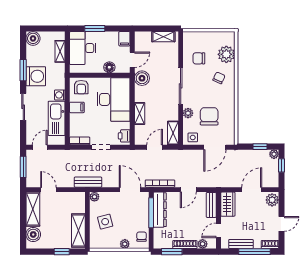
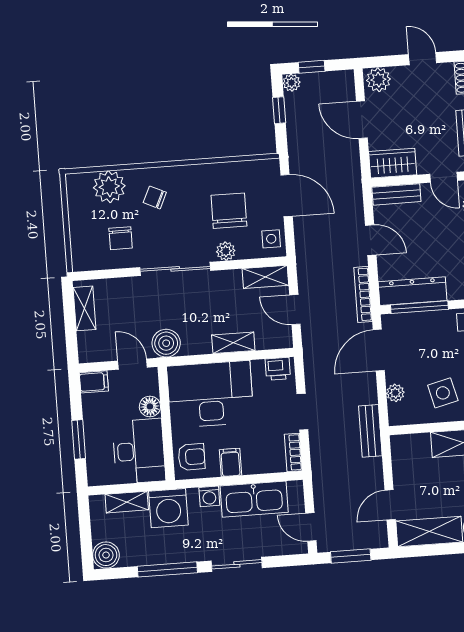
desk: (83, 48) -> (139, 451), moved, turned -90
window: (23, 70) -> (167, 569), width x1.44
washing machine: (36, 76) -> (168, 508), moved, turned 180
chair: (209, 116) -> (229, 211), turned 90
plant: (94, 197) -> (395, 393), moved

